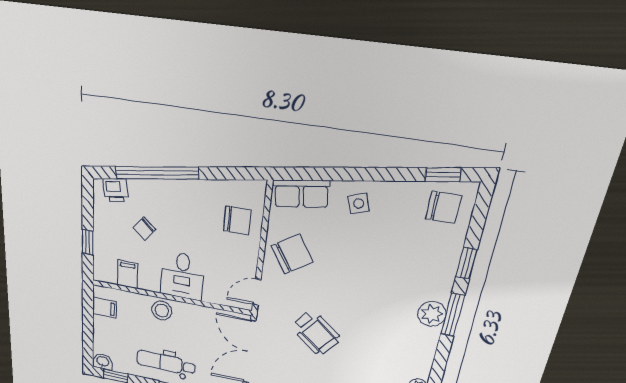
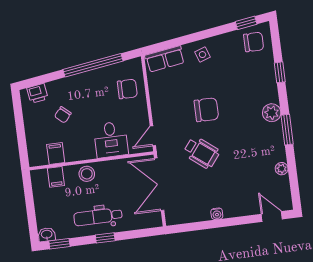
window: (157, 173) -> (93, 65), moved
window: (88, 242) -> (21, 138), removed
chair: (292, 254) -> (206, 110), moved, turned 33
desk: (182, 276) -> (111, 140), moved
filing cabinet: (104, 308) -> (56, 177), moved, turned 90
window: (453, 315) -> (287, 130), moved

